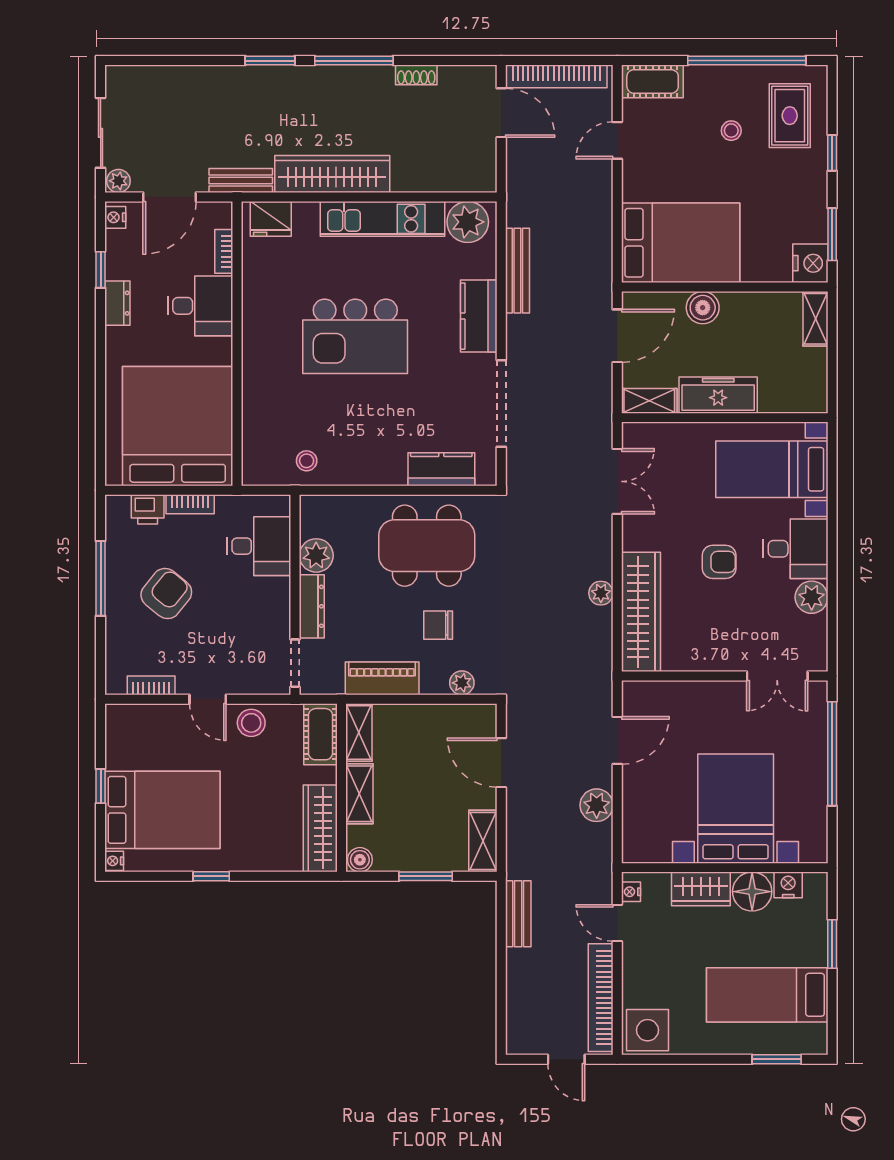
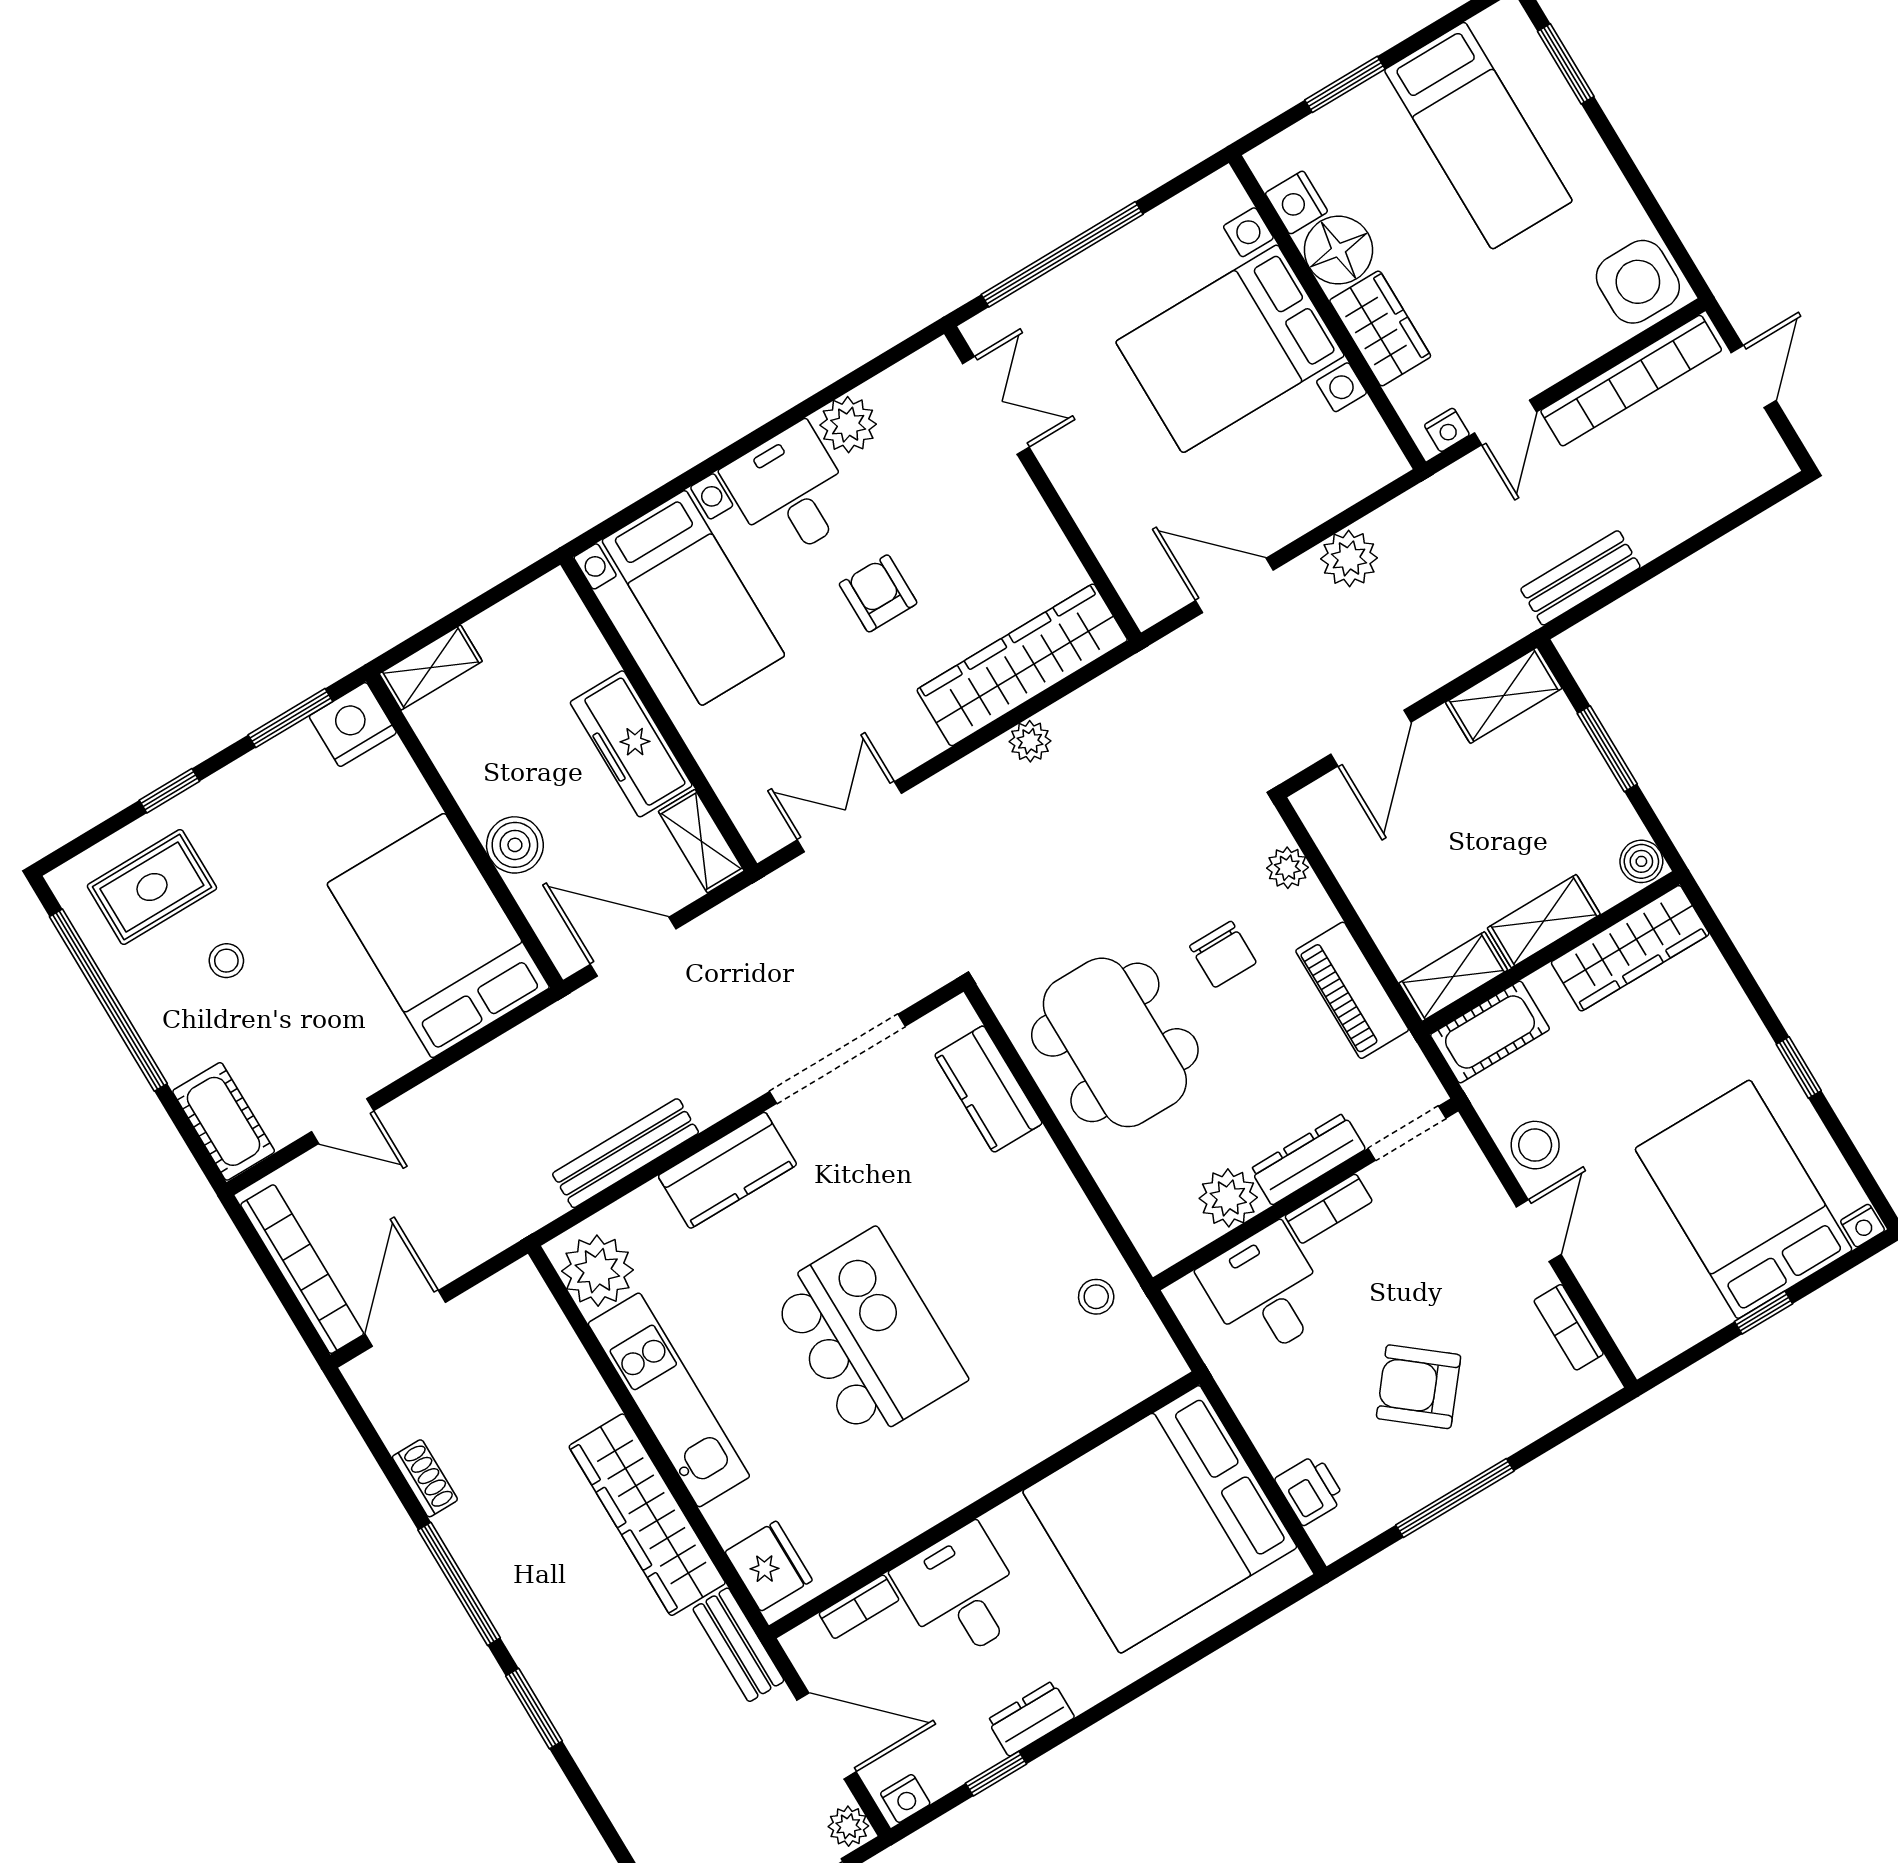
bookcase: (190, 504) -> (1329, 1209), moved, turned 90

